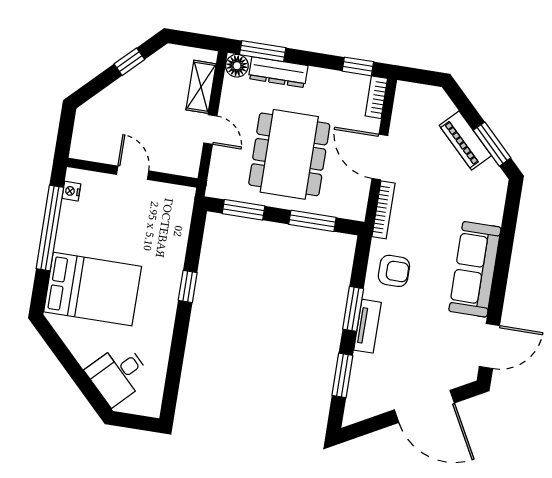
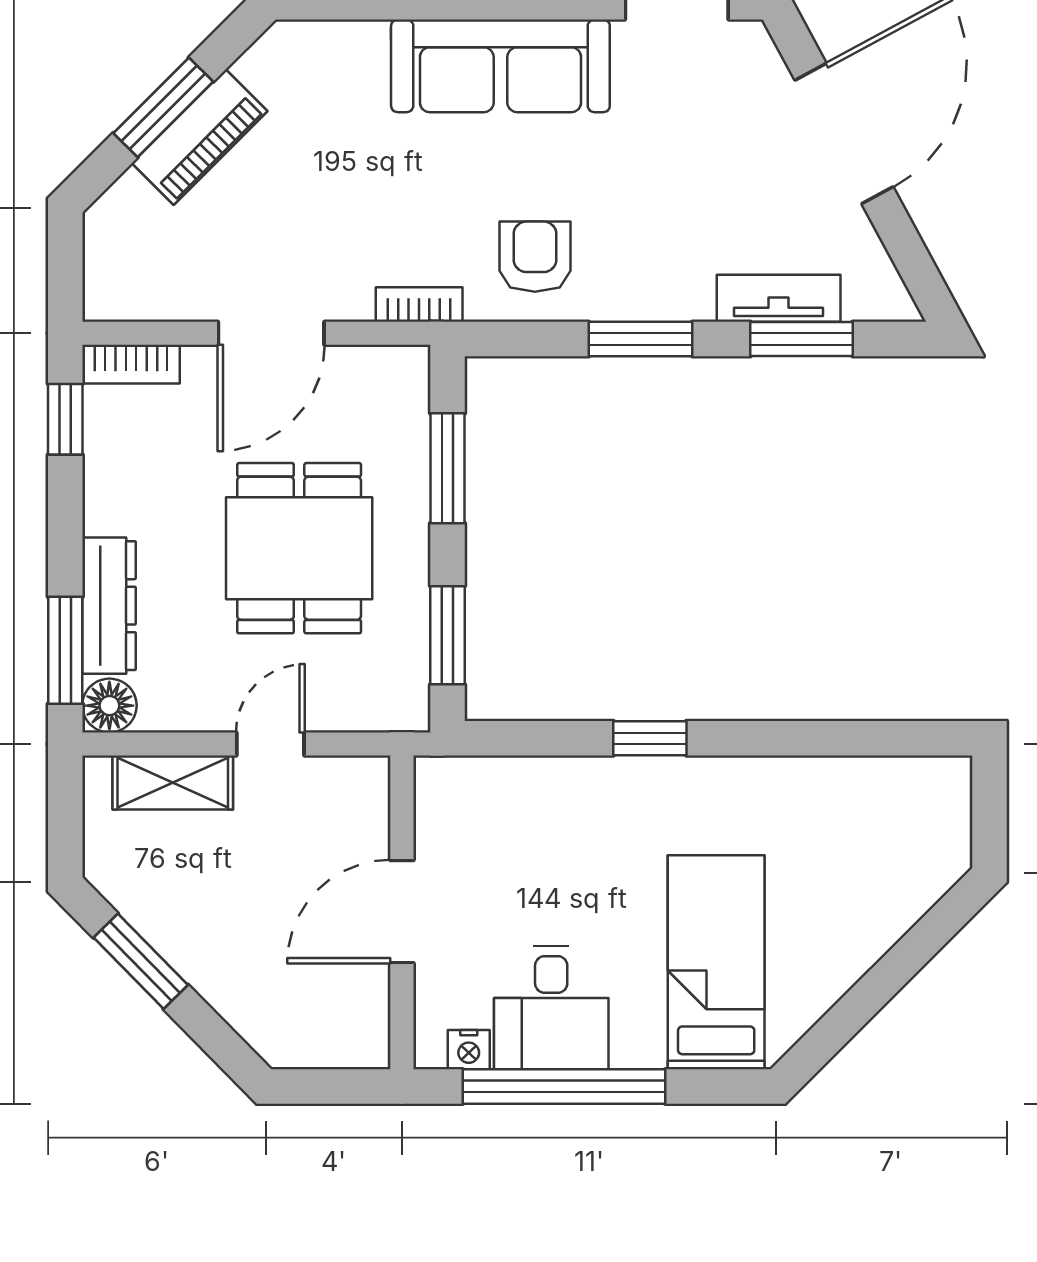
window: (129, 62) -> (141, 961), width x1.50
window: (492, 144) -> (163, 107), moved
dining table: (289, 154) -> (299, 548), width x0.73
door: (133, 173) -> (402, 912), width x1.38
bookcase: (383, 210) -> (419, 304), width x0.64
bed: (93, 289) -> (716, 962), width x0.67
tv unit: (367, 326) -> (779, 298), moved
desk: (118, 374) -> (551, 1008), moved, turned 45

